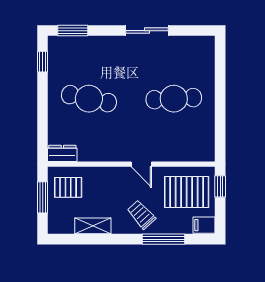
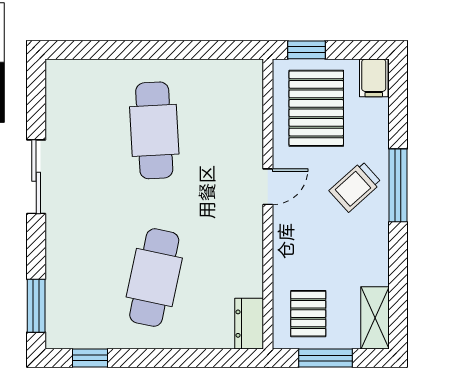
shelving: (93, 226) -> (375, 318), moved
window: (164, 239) -> (398, 185), moved

